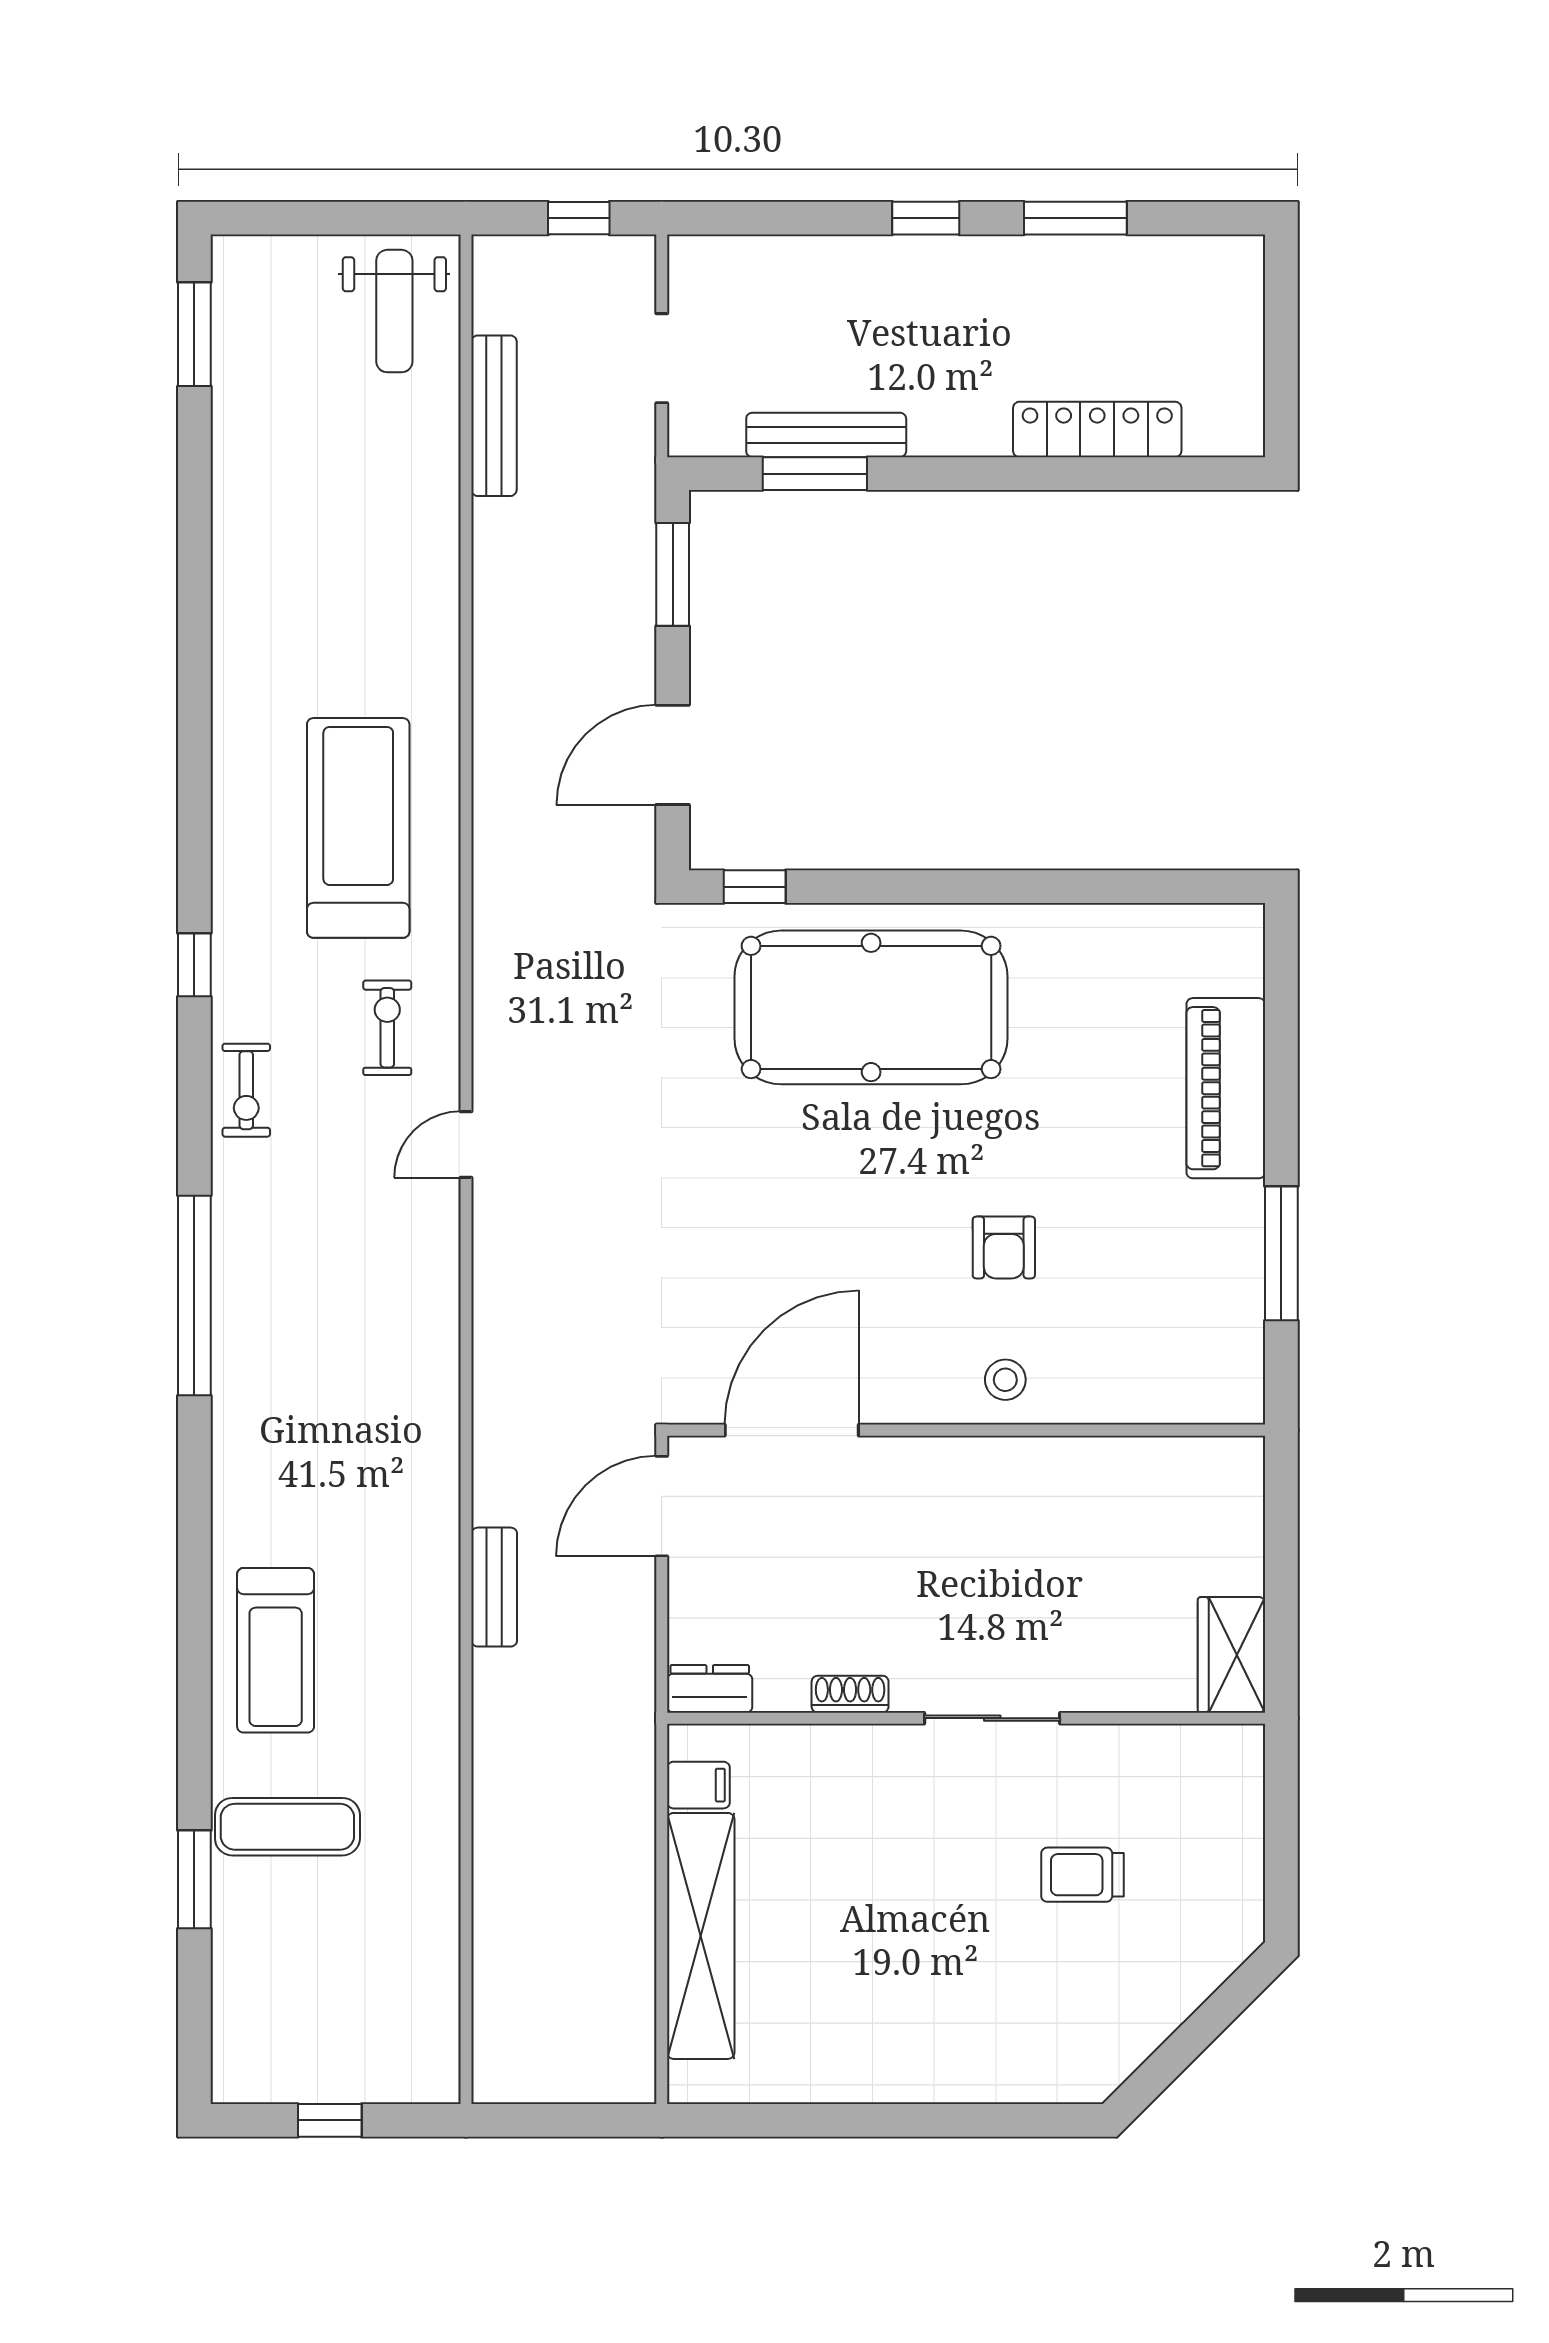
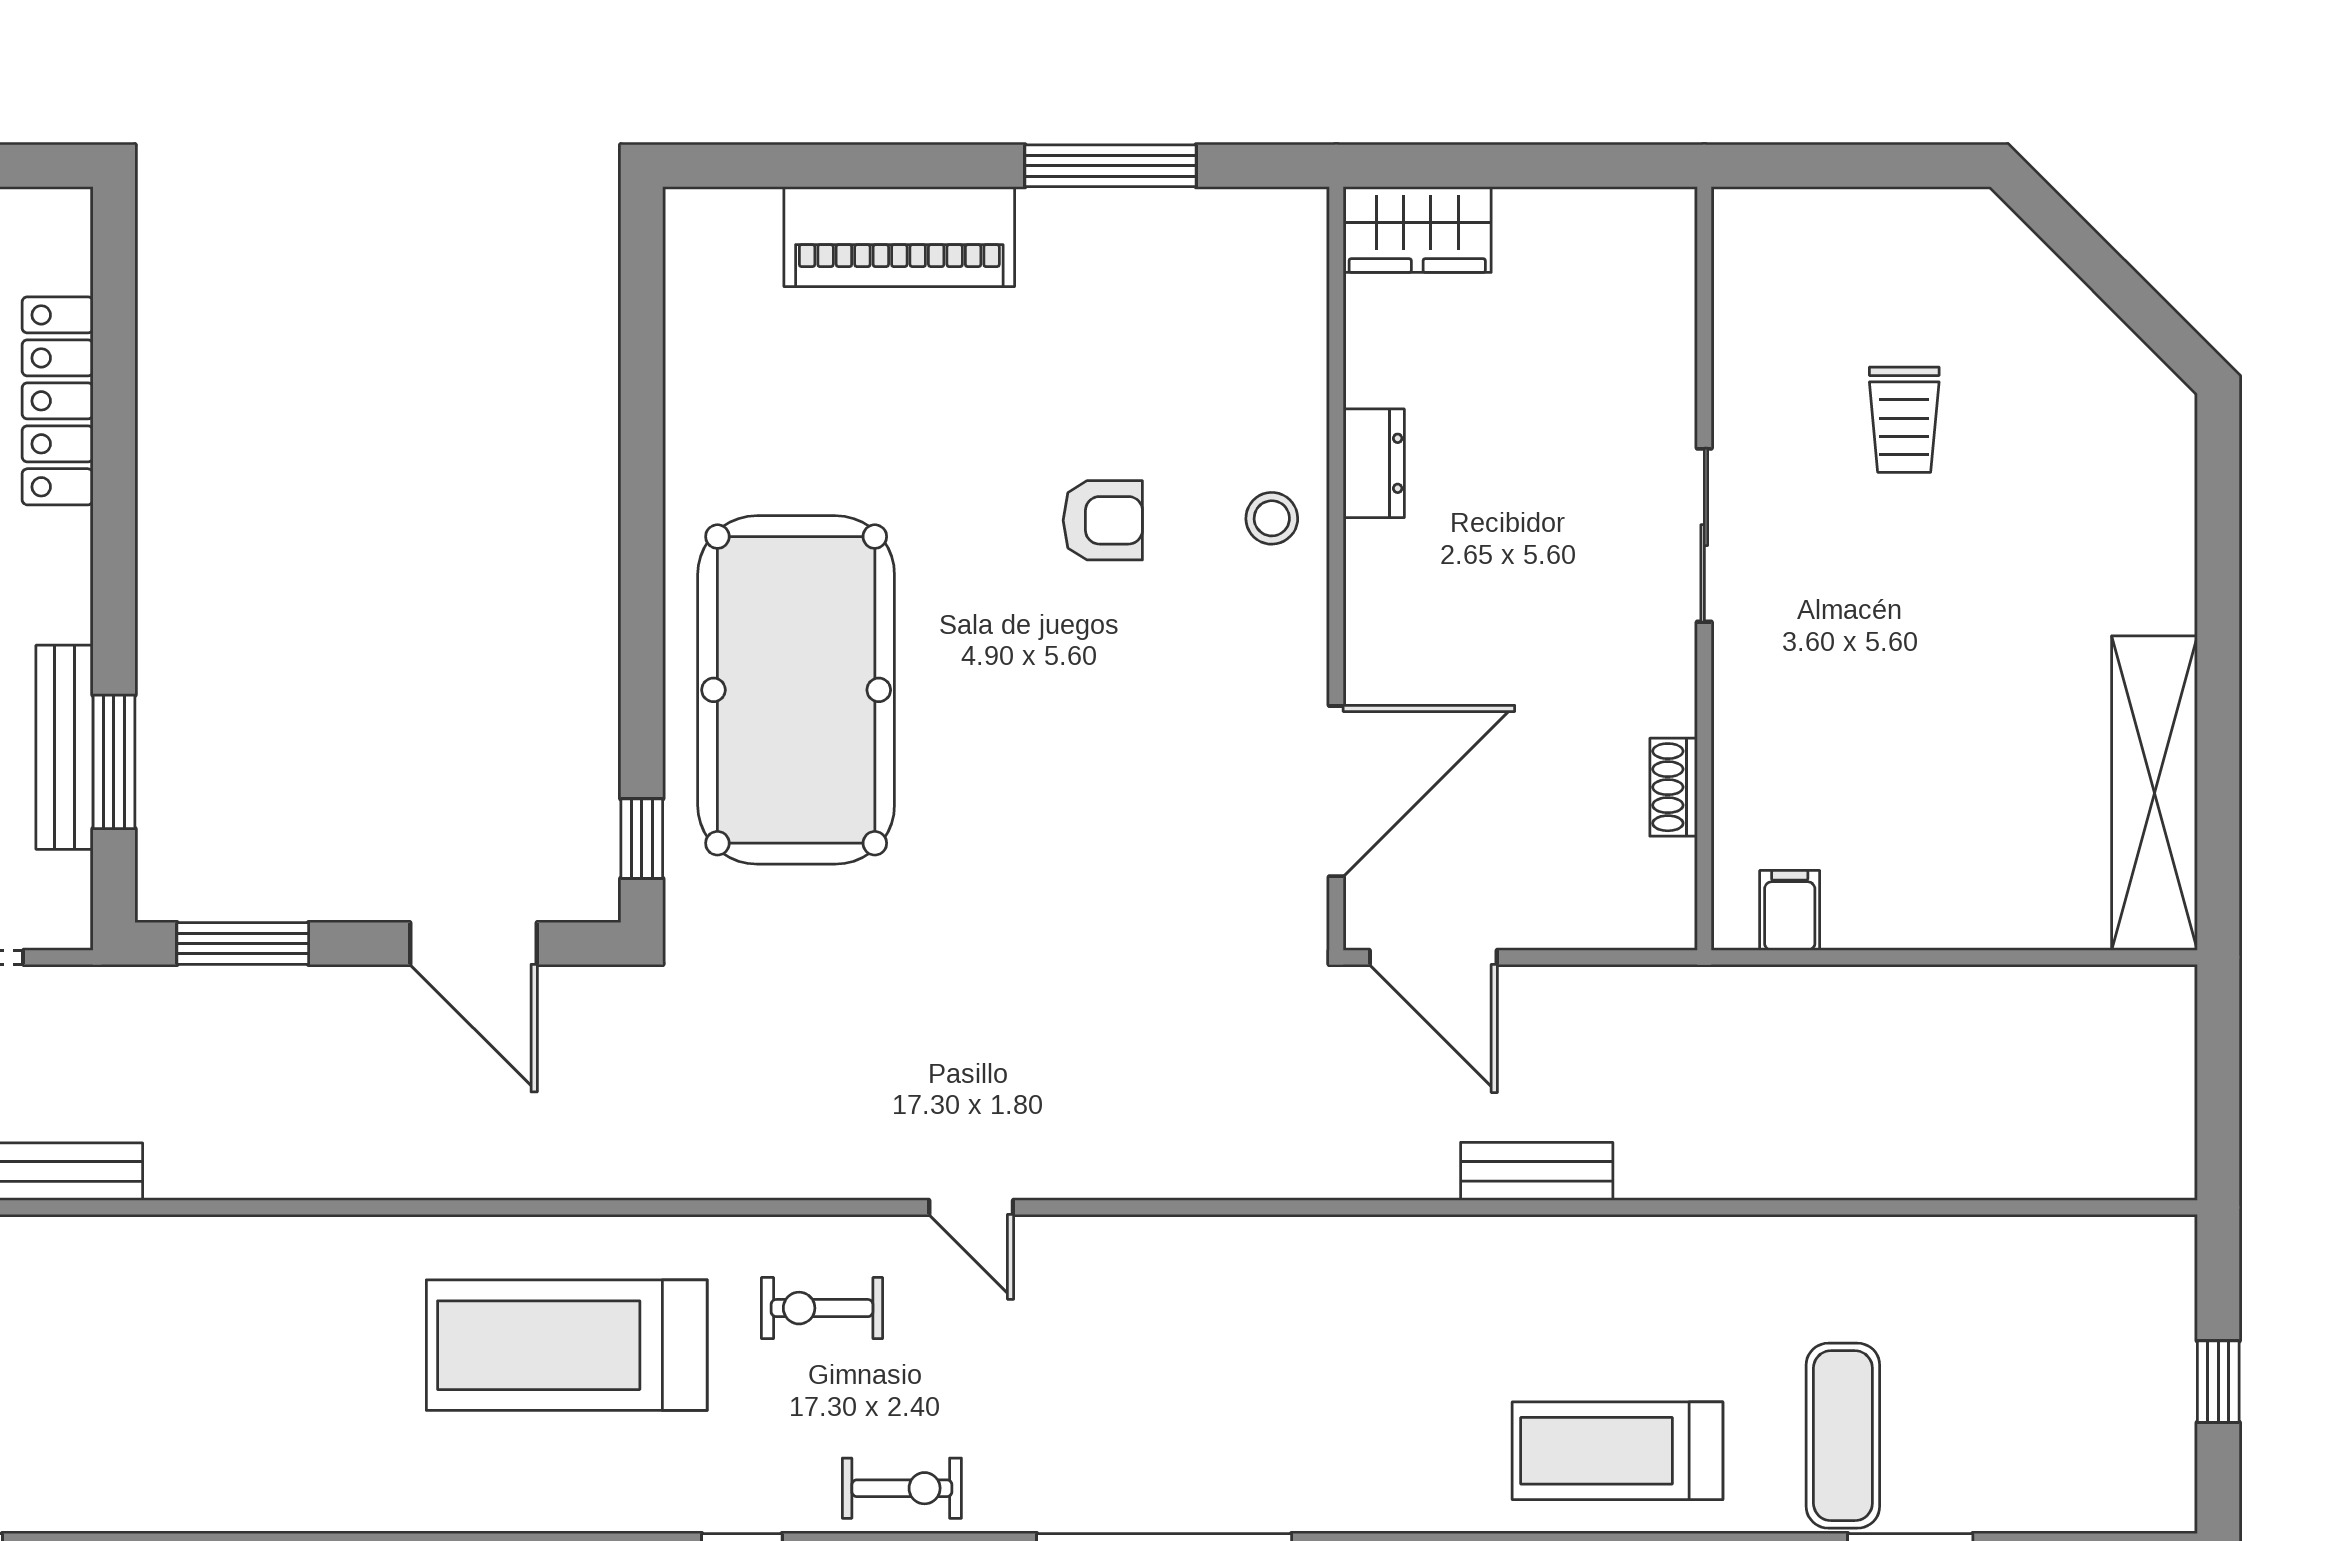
door: (792, 1430) -> (1336, 791), swing flipped
treadmill: (276, 1650) -> (1618, 1451), turned 180
wardrobe: (1231, 1655) -> (1417, 229), moved
dresser: (710, 1689) -> (1374, 463), moved, turned 180
shoe rack: (850, 1694) -> (1674, 787), moved
shelving: (701, 1936) -> (2154, 793), moved, turned 90

